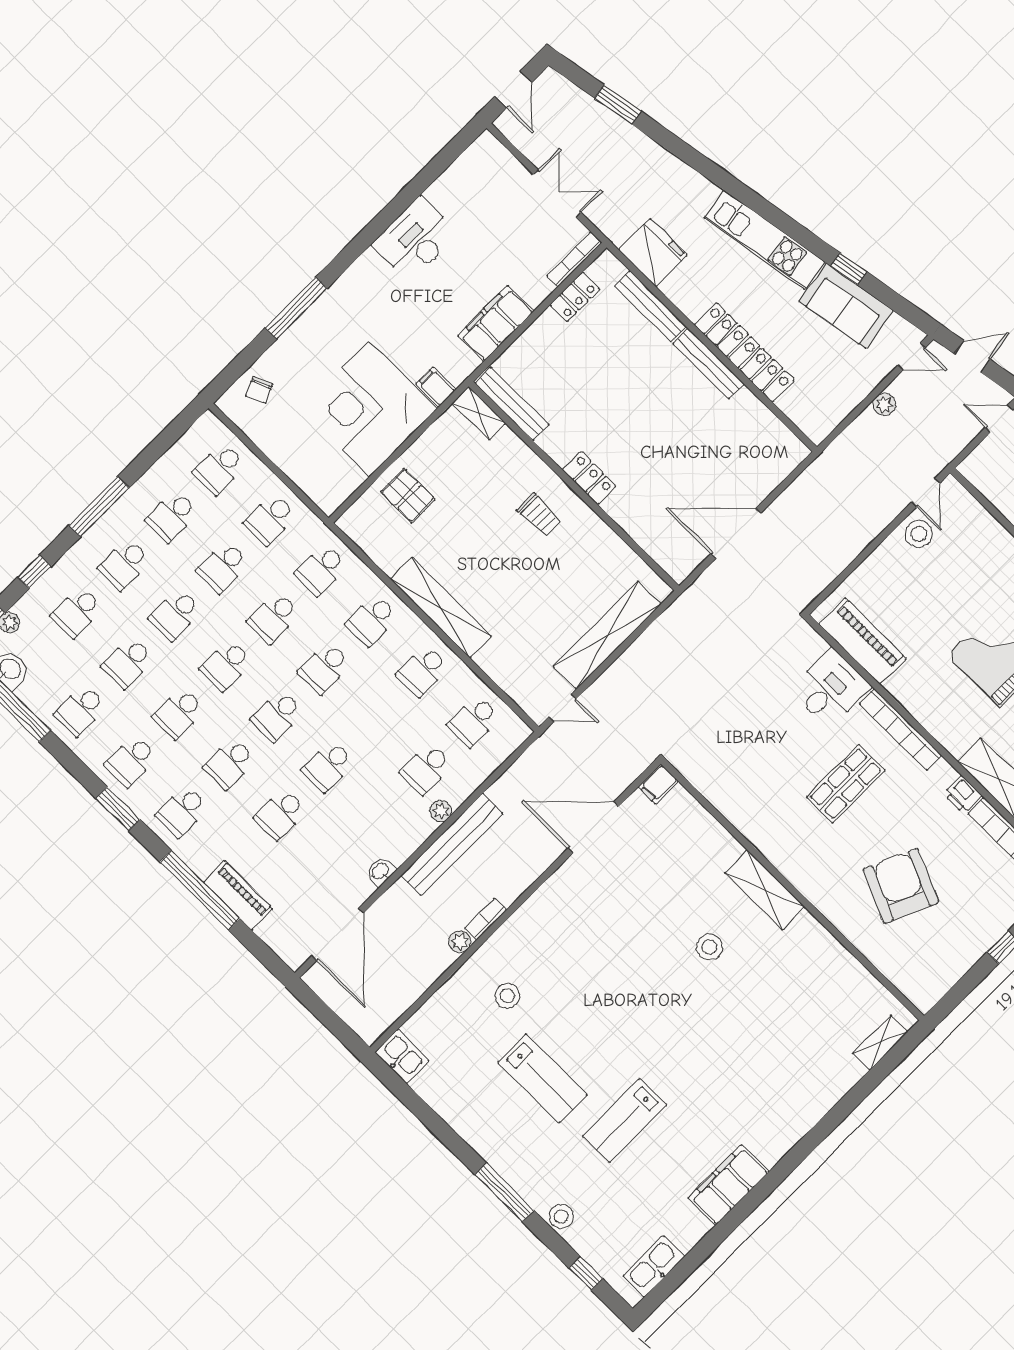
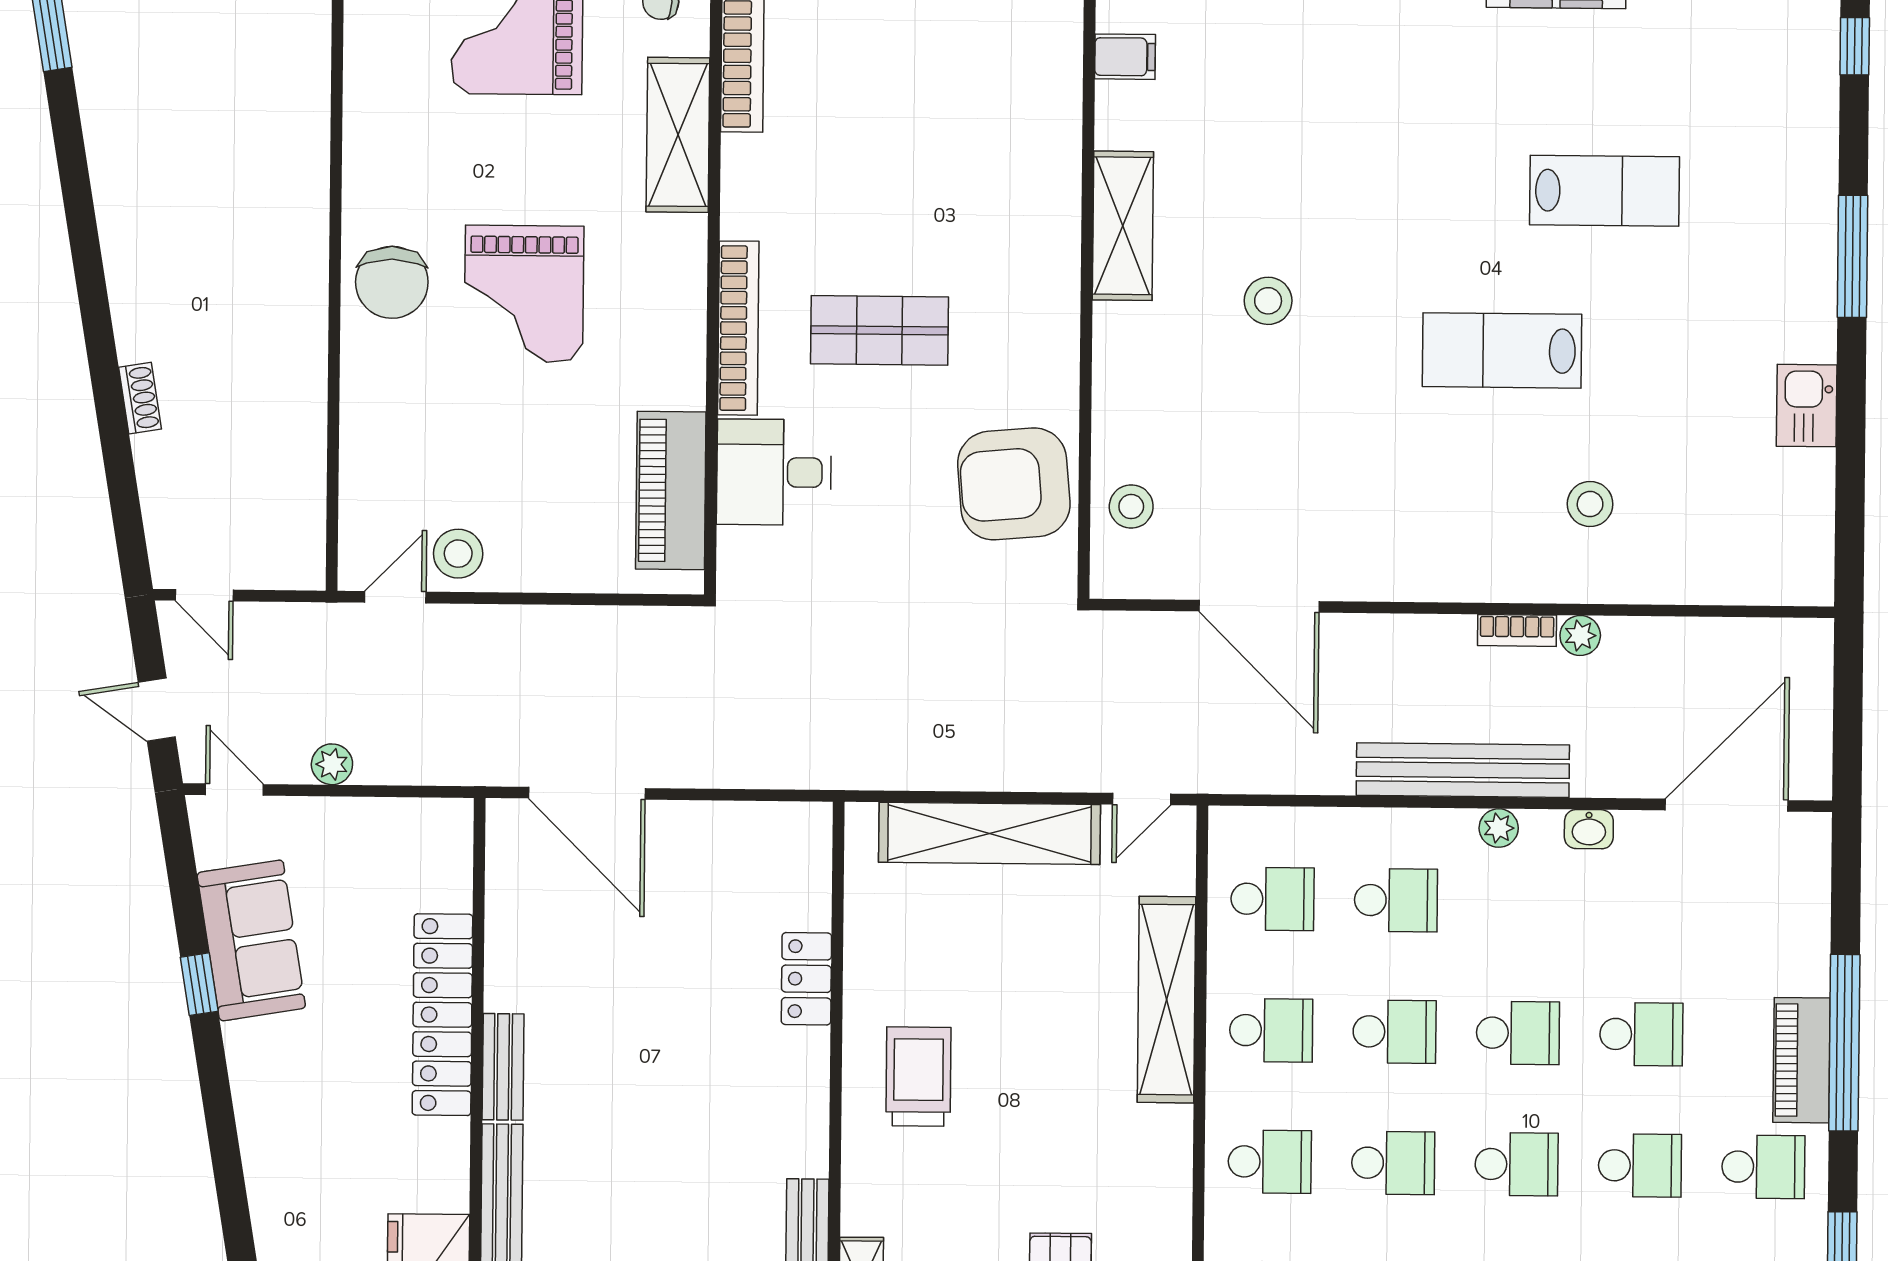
kitchen unit: (764, 240) -> (269, 1132), removed
bench: (708, 364) -> (503, 1067), width x0.73
locker: (589, 478) -> (806, 979), moved
trolley: (539, 515) -> (918, 1077), width x1.36, depth x1.39
door: (736, 534) -> (587, 793), moved
shelving: (441, 607) -> (1167, 1000), moved
door: (563, 708) -> (1142, 799), swing flipped
school desk: (375, 718) -> (1395, 1032), added
filing cabinet: (658, 784) -> (1125, 57), moved
printer: (963, 795) -> (745, 163), removed
plant: (441, 811) -> (1499, 828), moved
armchair: (901, 886) -> (1014, 484), moved, turned 61
shelving: (765, 890) -> (1123, 226), moved
piano: (238, 895) -> (1802, 1060), moved
kitchen sink: (402, 1057) -> (1807, 406), moved
lab bench: (543, 1079) -> (1502, 350), moved, turned -90
stool: (561, 1216) -> (1131, 507), moved

